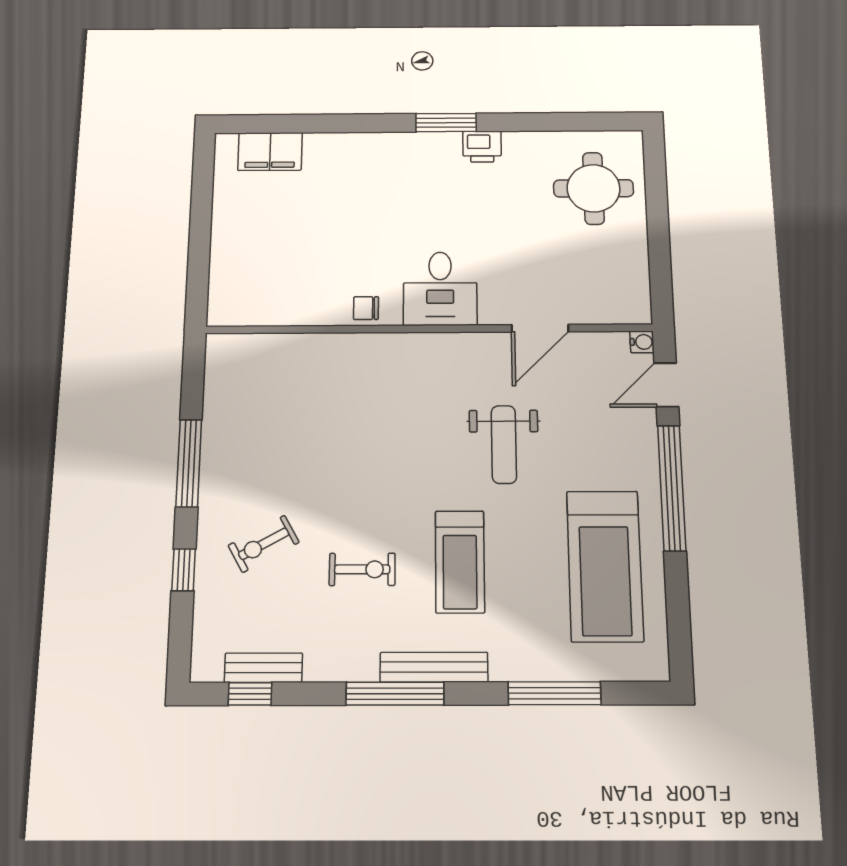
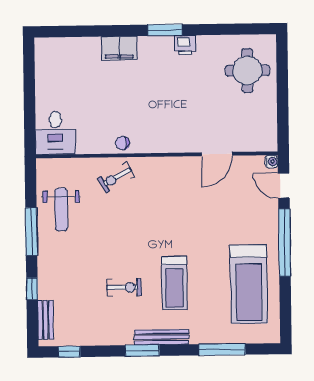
filing cabinet: (270, 151) -> (119, 48), moved
desk: (440, 289) -> (55, 133), moved
door: (666, 385) -> (284, 186), hinge flipped
weight bench: (504, 444) -> (61, 210), moved
exercise bike: (264, 544) -> (116, 177), moved
bench: (263, 668) -> (46, 320), moved, turned 90
window: (395, 694) -> (142, 351), width x0.69

